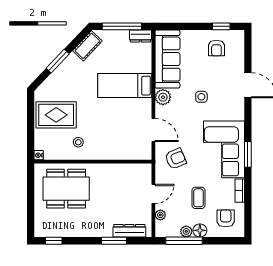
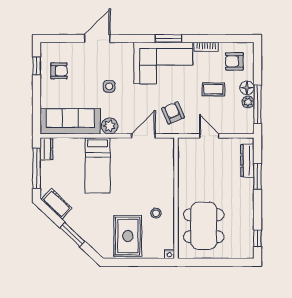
plant: (160, 215) -> (231, 129), removed

